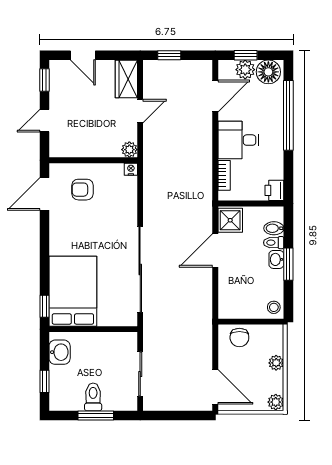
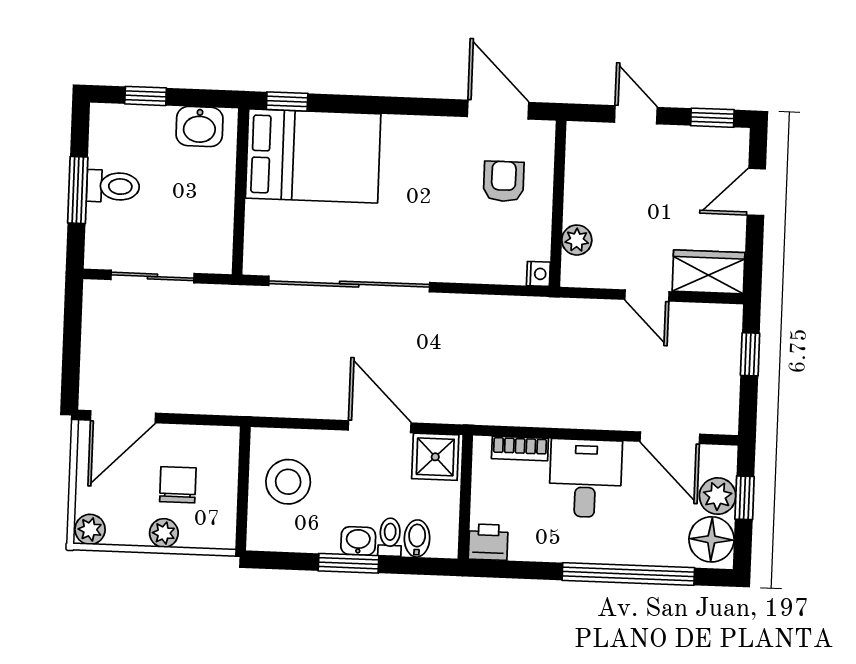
plant: (129, 150) -> (577, 240), moved
stool: (274, 307) -> (288, 482), moved, width x1.89, depth x1.89
chair: (239, 338) -> (178, 485), moved, turned 90

